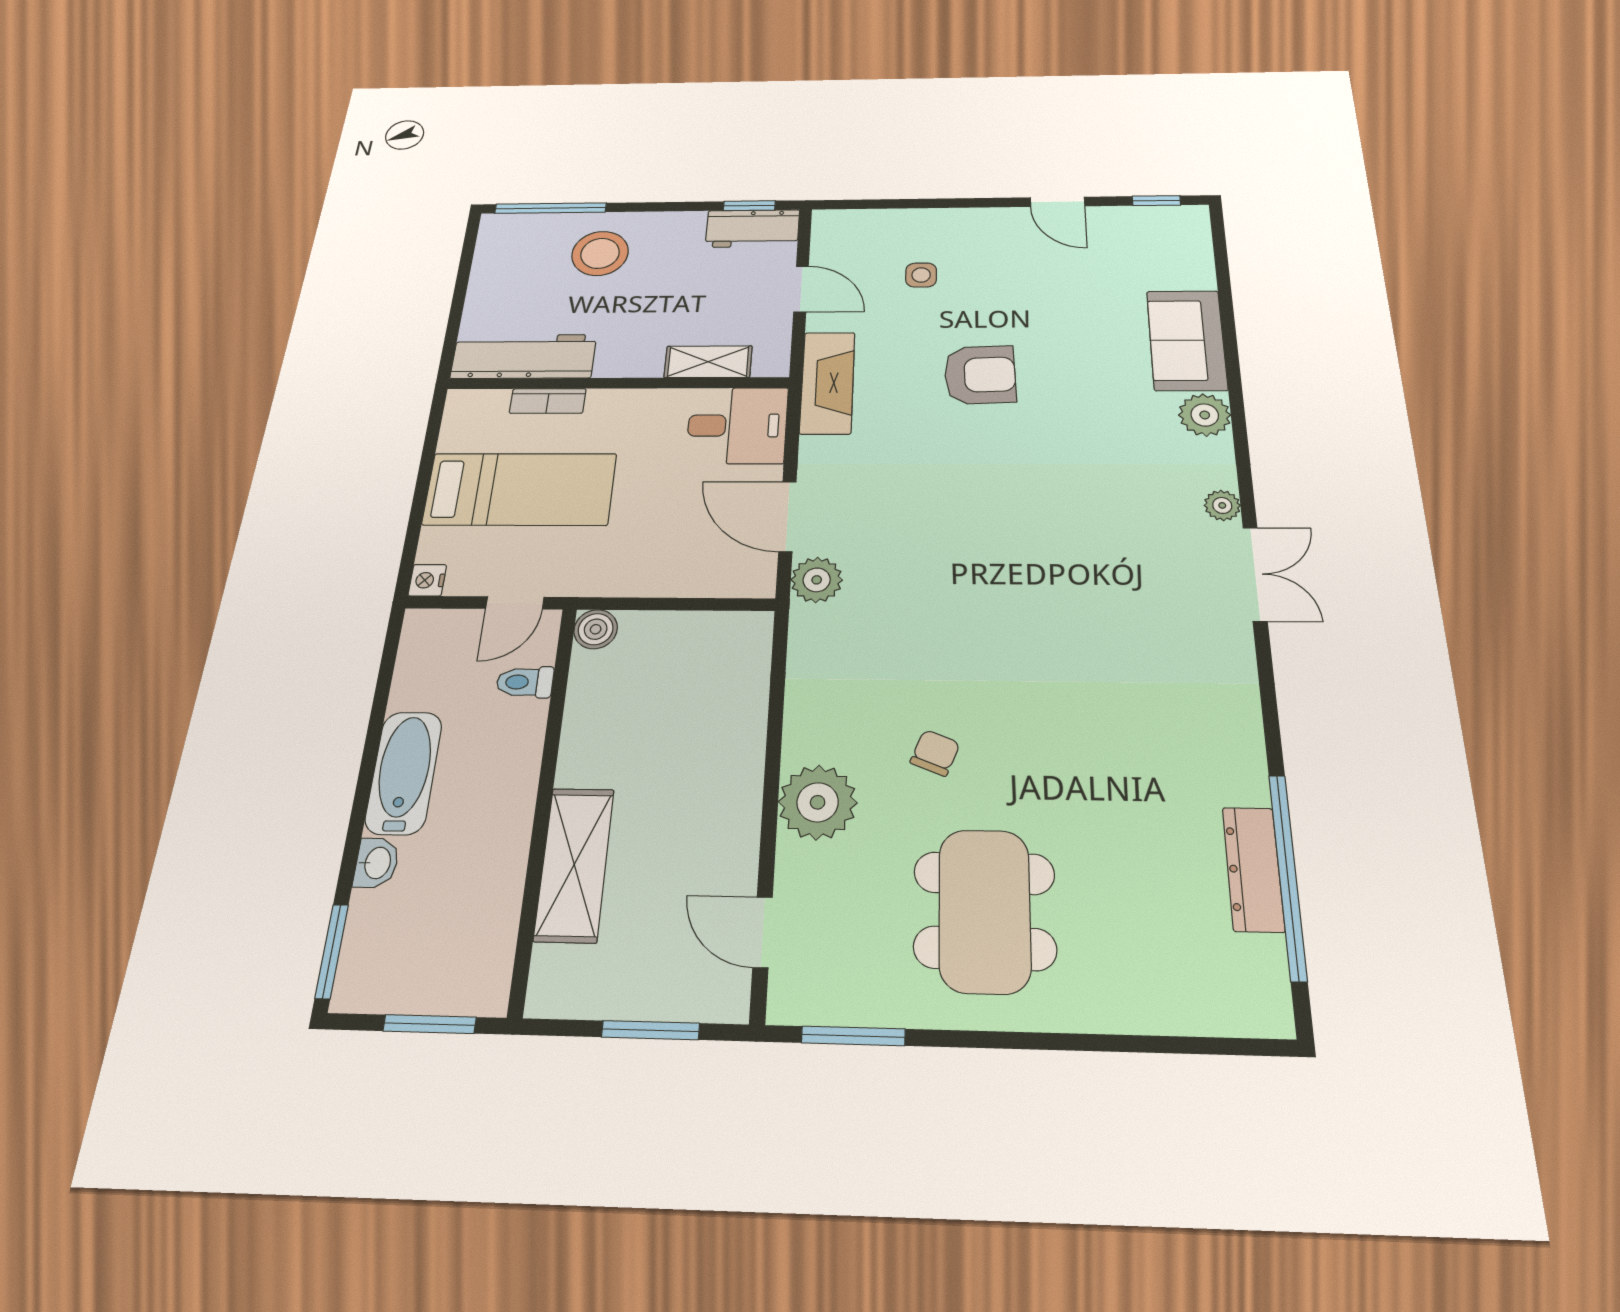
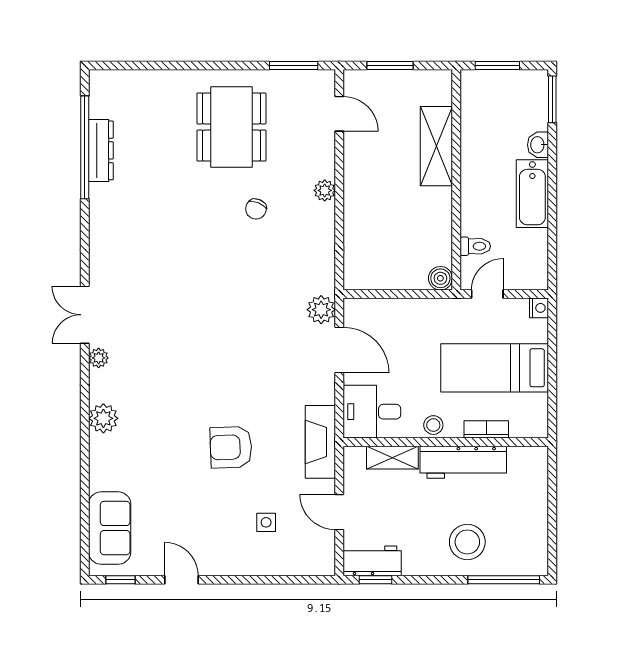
sofa: (1187, 340) -> (110, 528), moved
workbench: (523, 356) -> (463, 462), moved
stool: (635, 407) -> (433, 425), added
plant: (818, 802) -> (325, 190), width x0.53, depth x0.53

